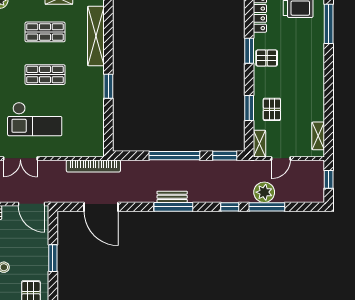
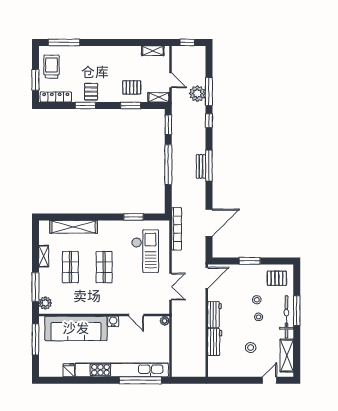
window: (108, 86) -> (134, 217), moved
checkout: (35, 119) -> (145, 251), moved

